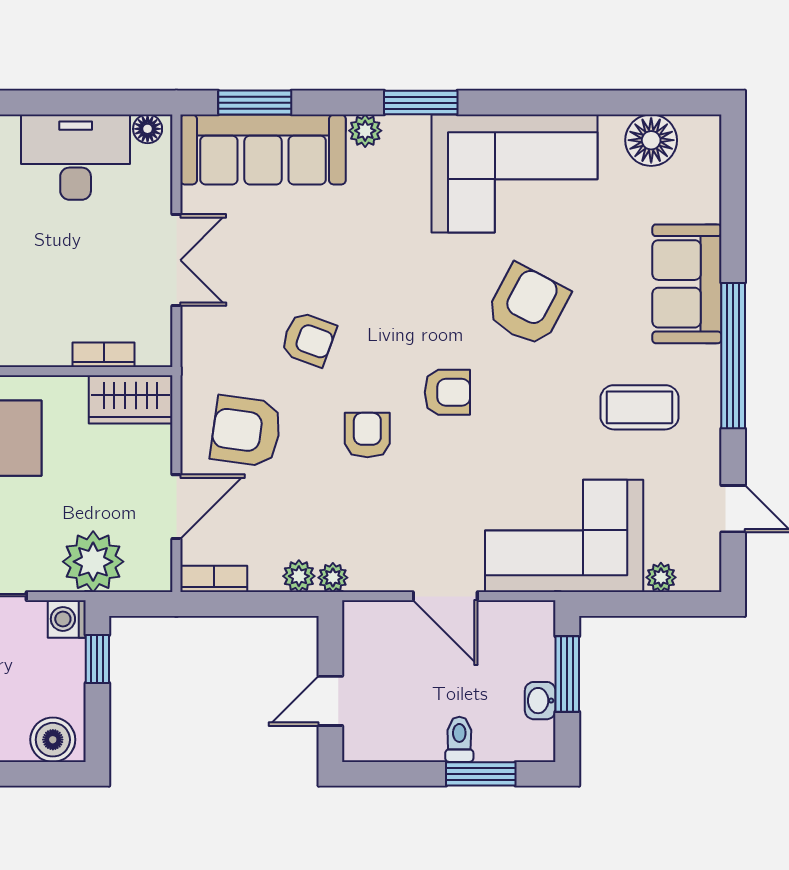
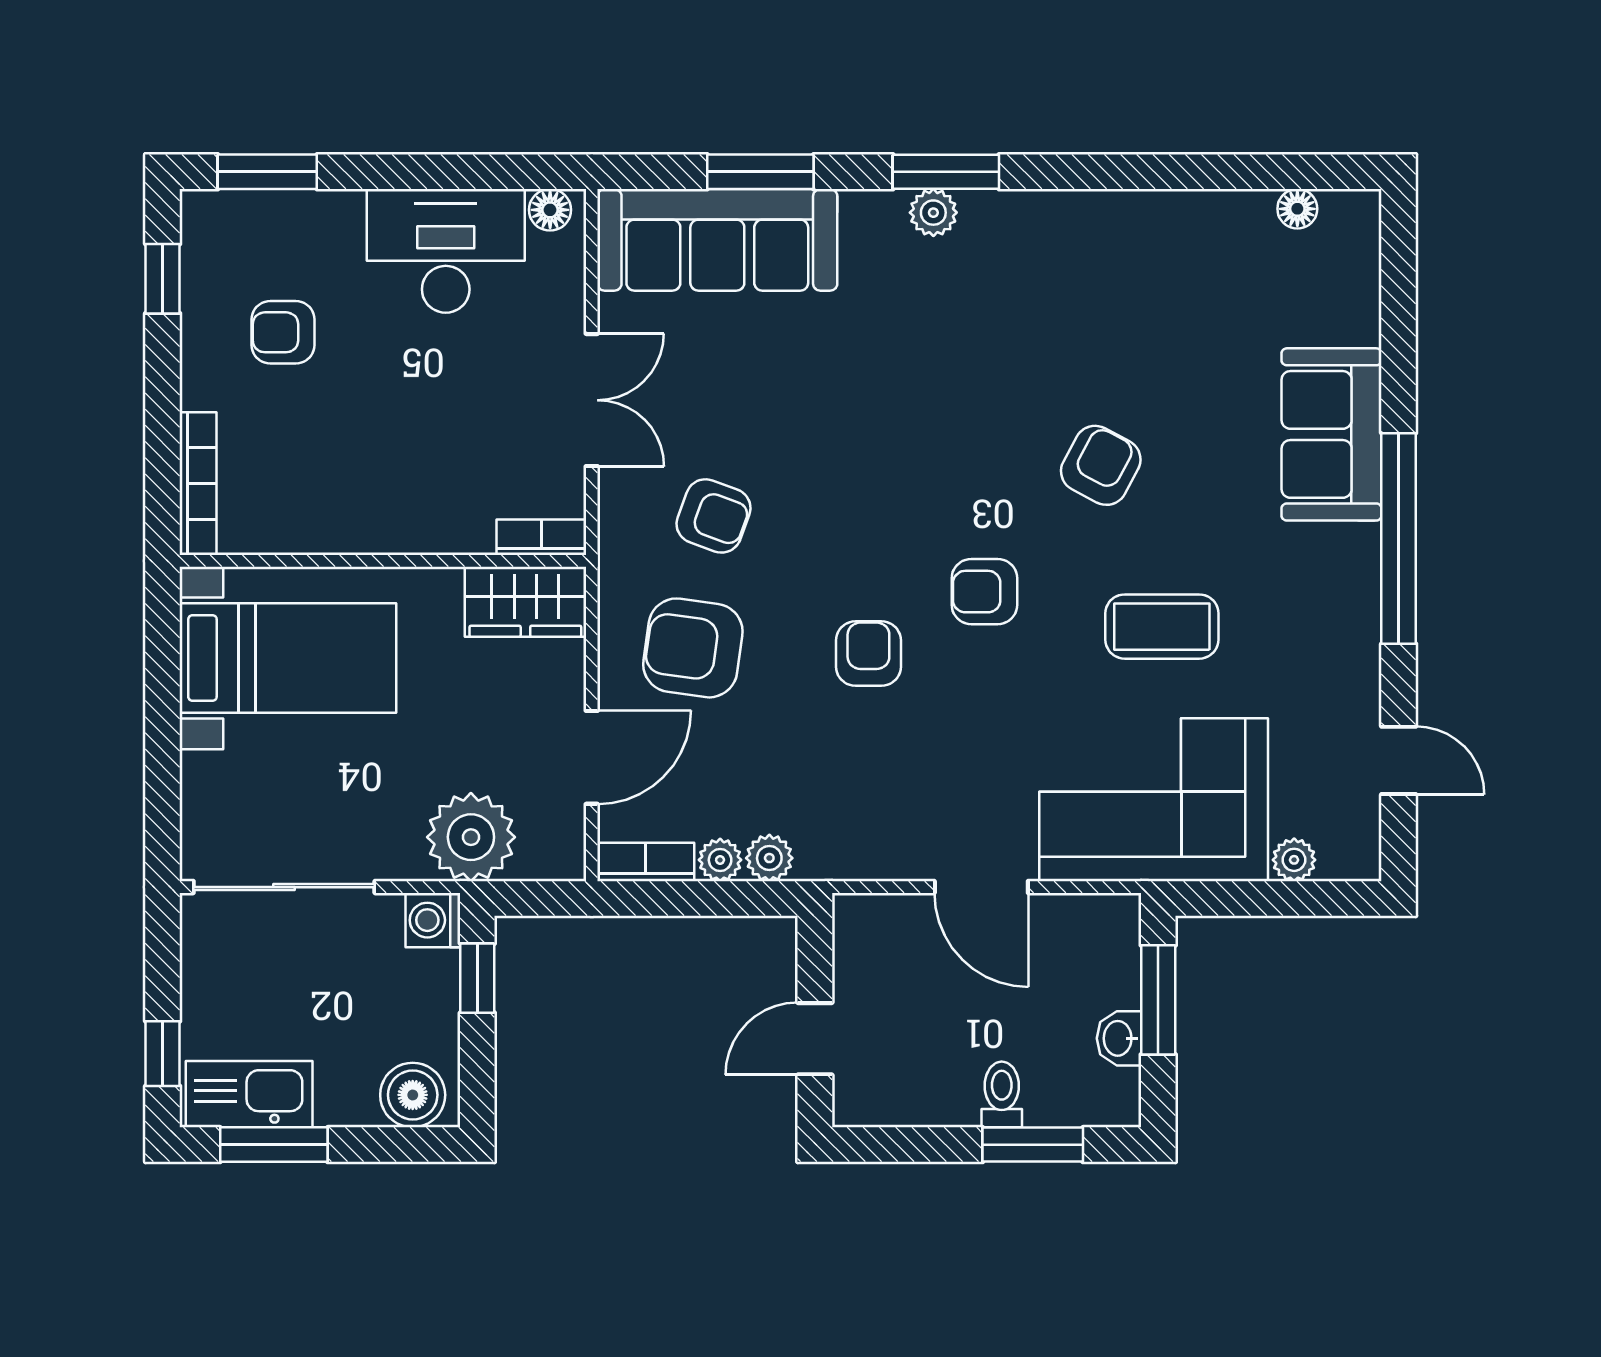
window: (255, 103) -> (760, 172), moved
plant: (365, 131) -> (933, 213), moved
floor lamp: (651, 140) -> (1297, 209), width x0.53, depth x0.53
corner sofa: (514, 174) -> (1082, 275), removed
armchair: (528, 305) -> (1101, 465), width x0.72, depth x0.72
armchair: (308, 339) -> (714, 516), moved
bookcase: (104, 355) -> (541, 537), moved
armchair: (447, 392) -> (984, 592), turned 180
coffee table: (640, 407) -> (1162, 627), moved
plant: (333, 578) -> (720, 860), moved

